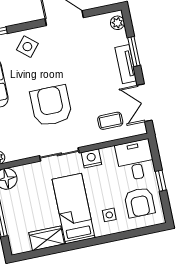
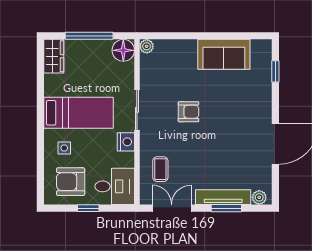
side table: (27, 47) -> (254, 100), removed
tv unit: (126, 64) -> (223, 197), width x1.41
armchair: (51, 106) -> (189, 112), width x0.53, depth x0.53
wardrobe: (47, 238) -> (54, 56), moved

